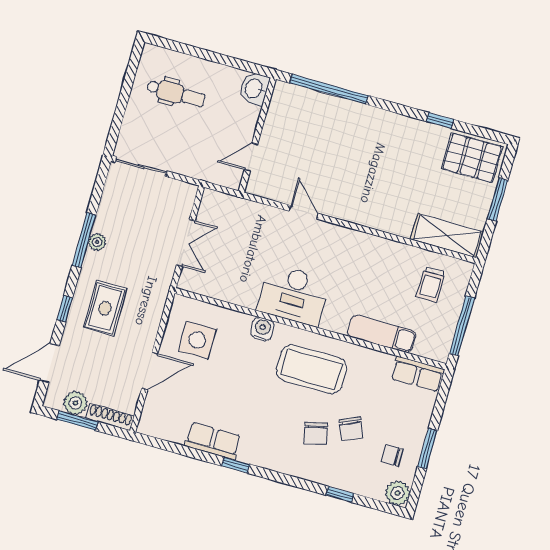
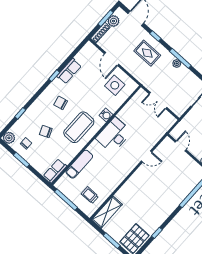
chair: (316, 433) -> (61, 103), moved

